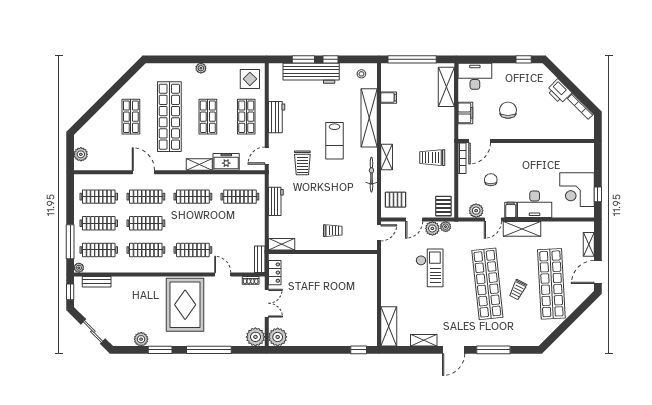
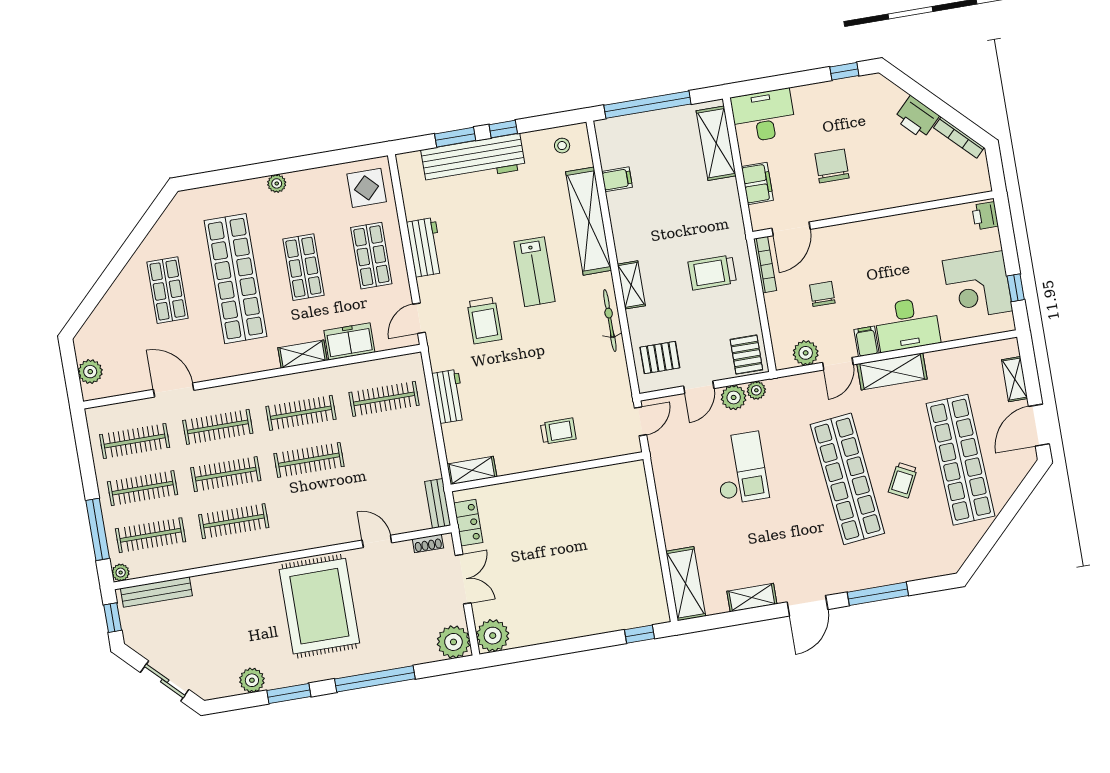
printer: (588, 152) -> (985, 216), added
door: (143, 172) -> (174, 390), moved
clothes rail: (193, 250) -> (309, 460), moved
bench: (97, 282) -> (156, 592), width x1.36

